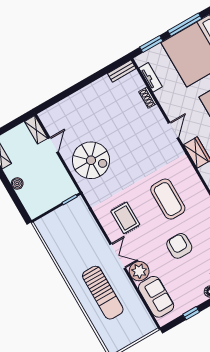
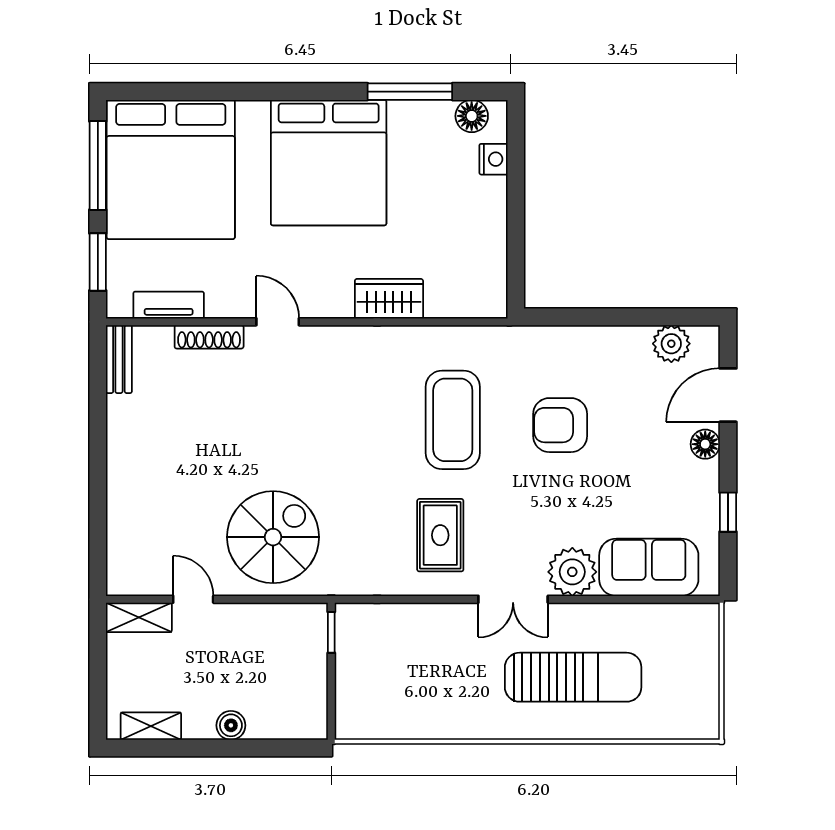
shoe rack: (148, 98) -> (209, 337), width x1.43
door: (173, 130) -> (278, 322), moved
coffee table: (168, 199) -> (453, 420), turned 90
rug: (125, 218) -> (440, 535), turned 90
armchair: (179, 246) -> (560, 425), moved
double door: (118, 256) -> (513, 599), swing flipped

